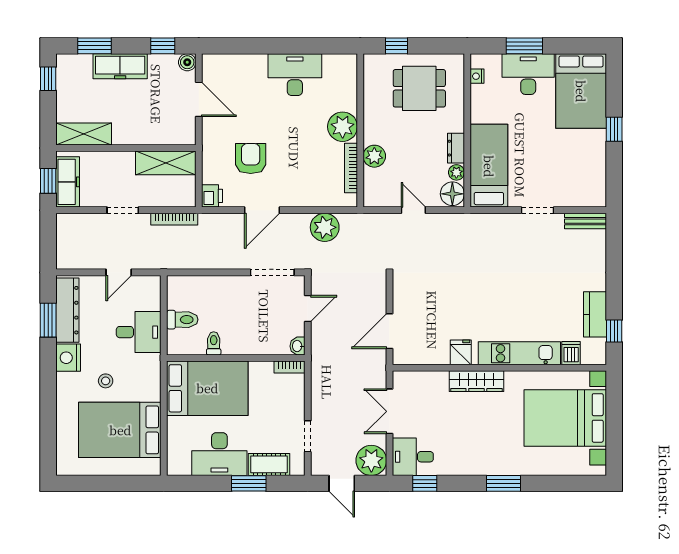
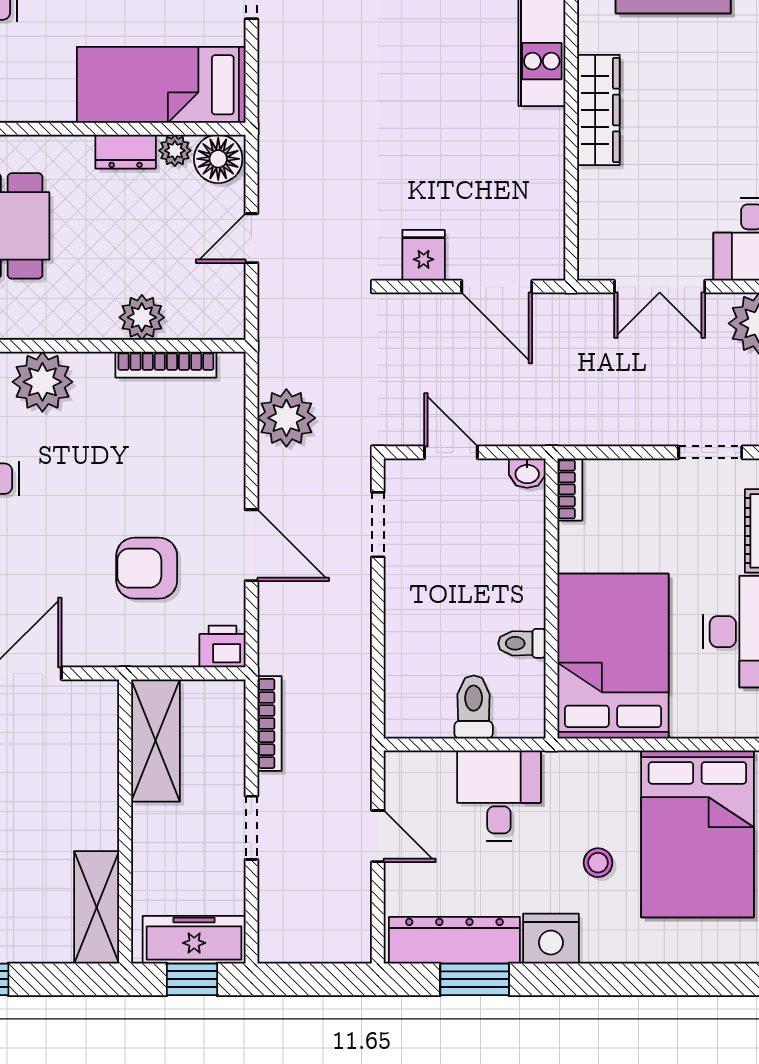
plant: (343, 127) -> (42, 382), moved
doorway: (272, 272) -> (378, 525), width x0.73
fridge: (461, 352) -> (424, 255), moved, turned 90

